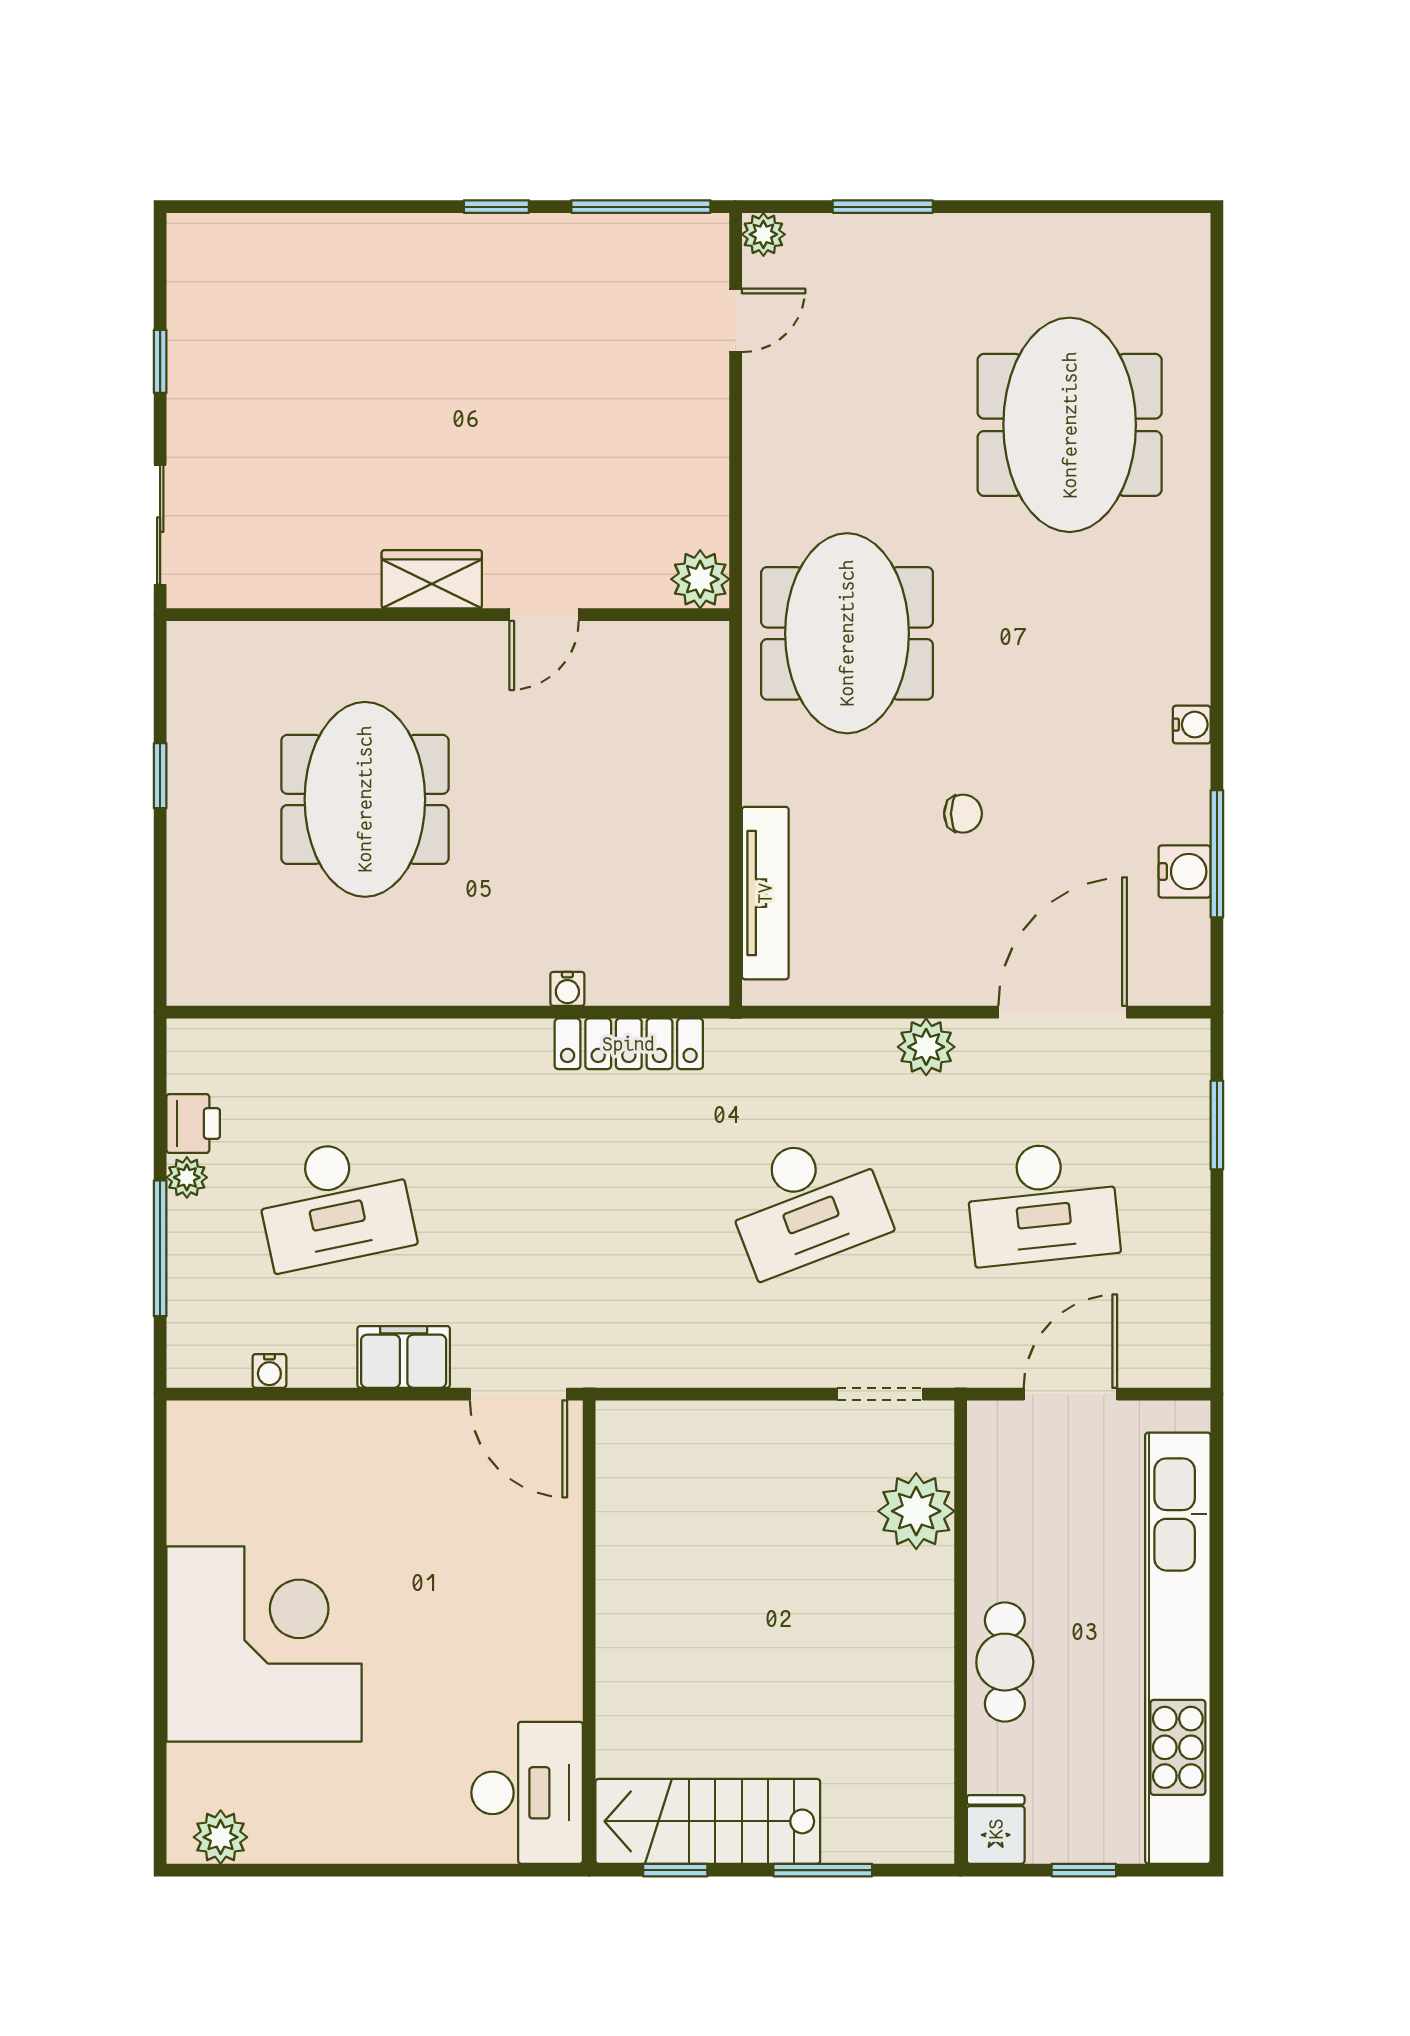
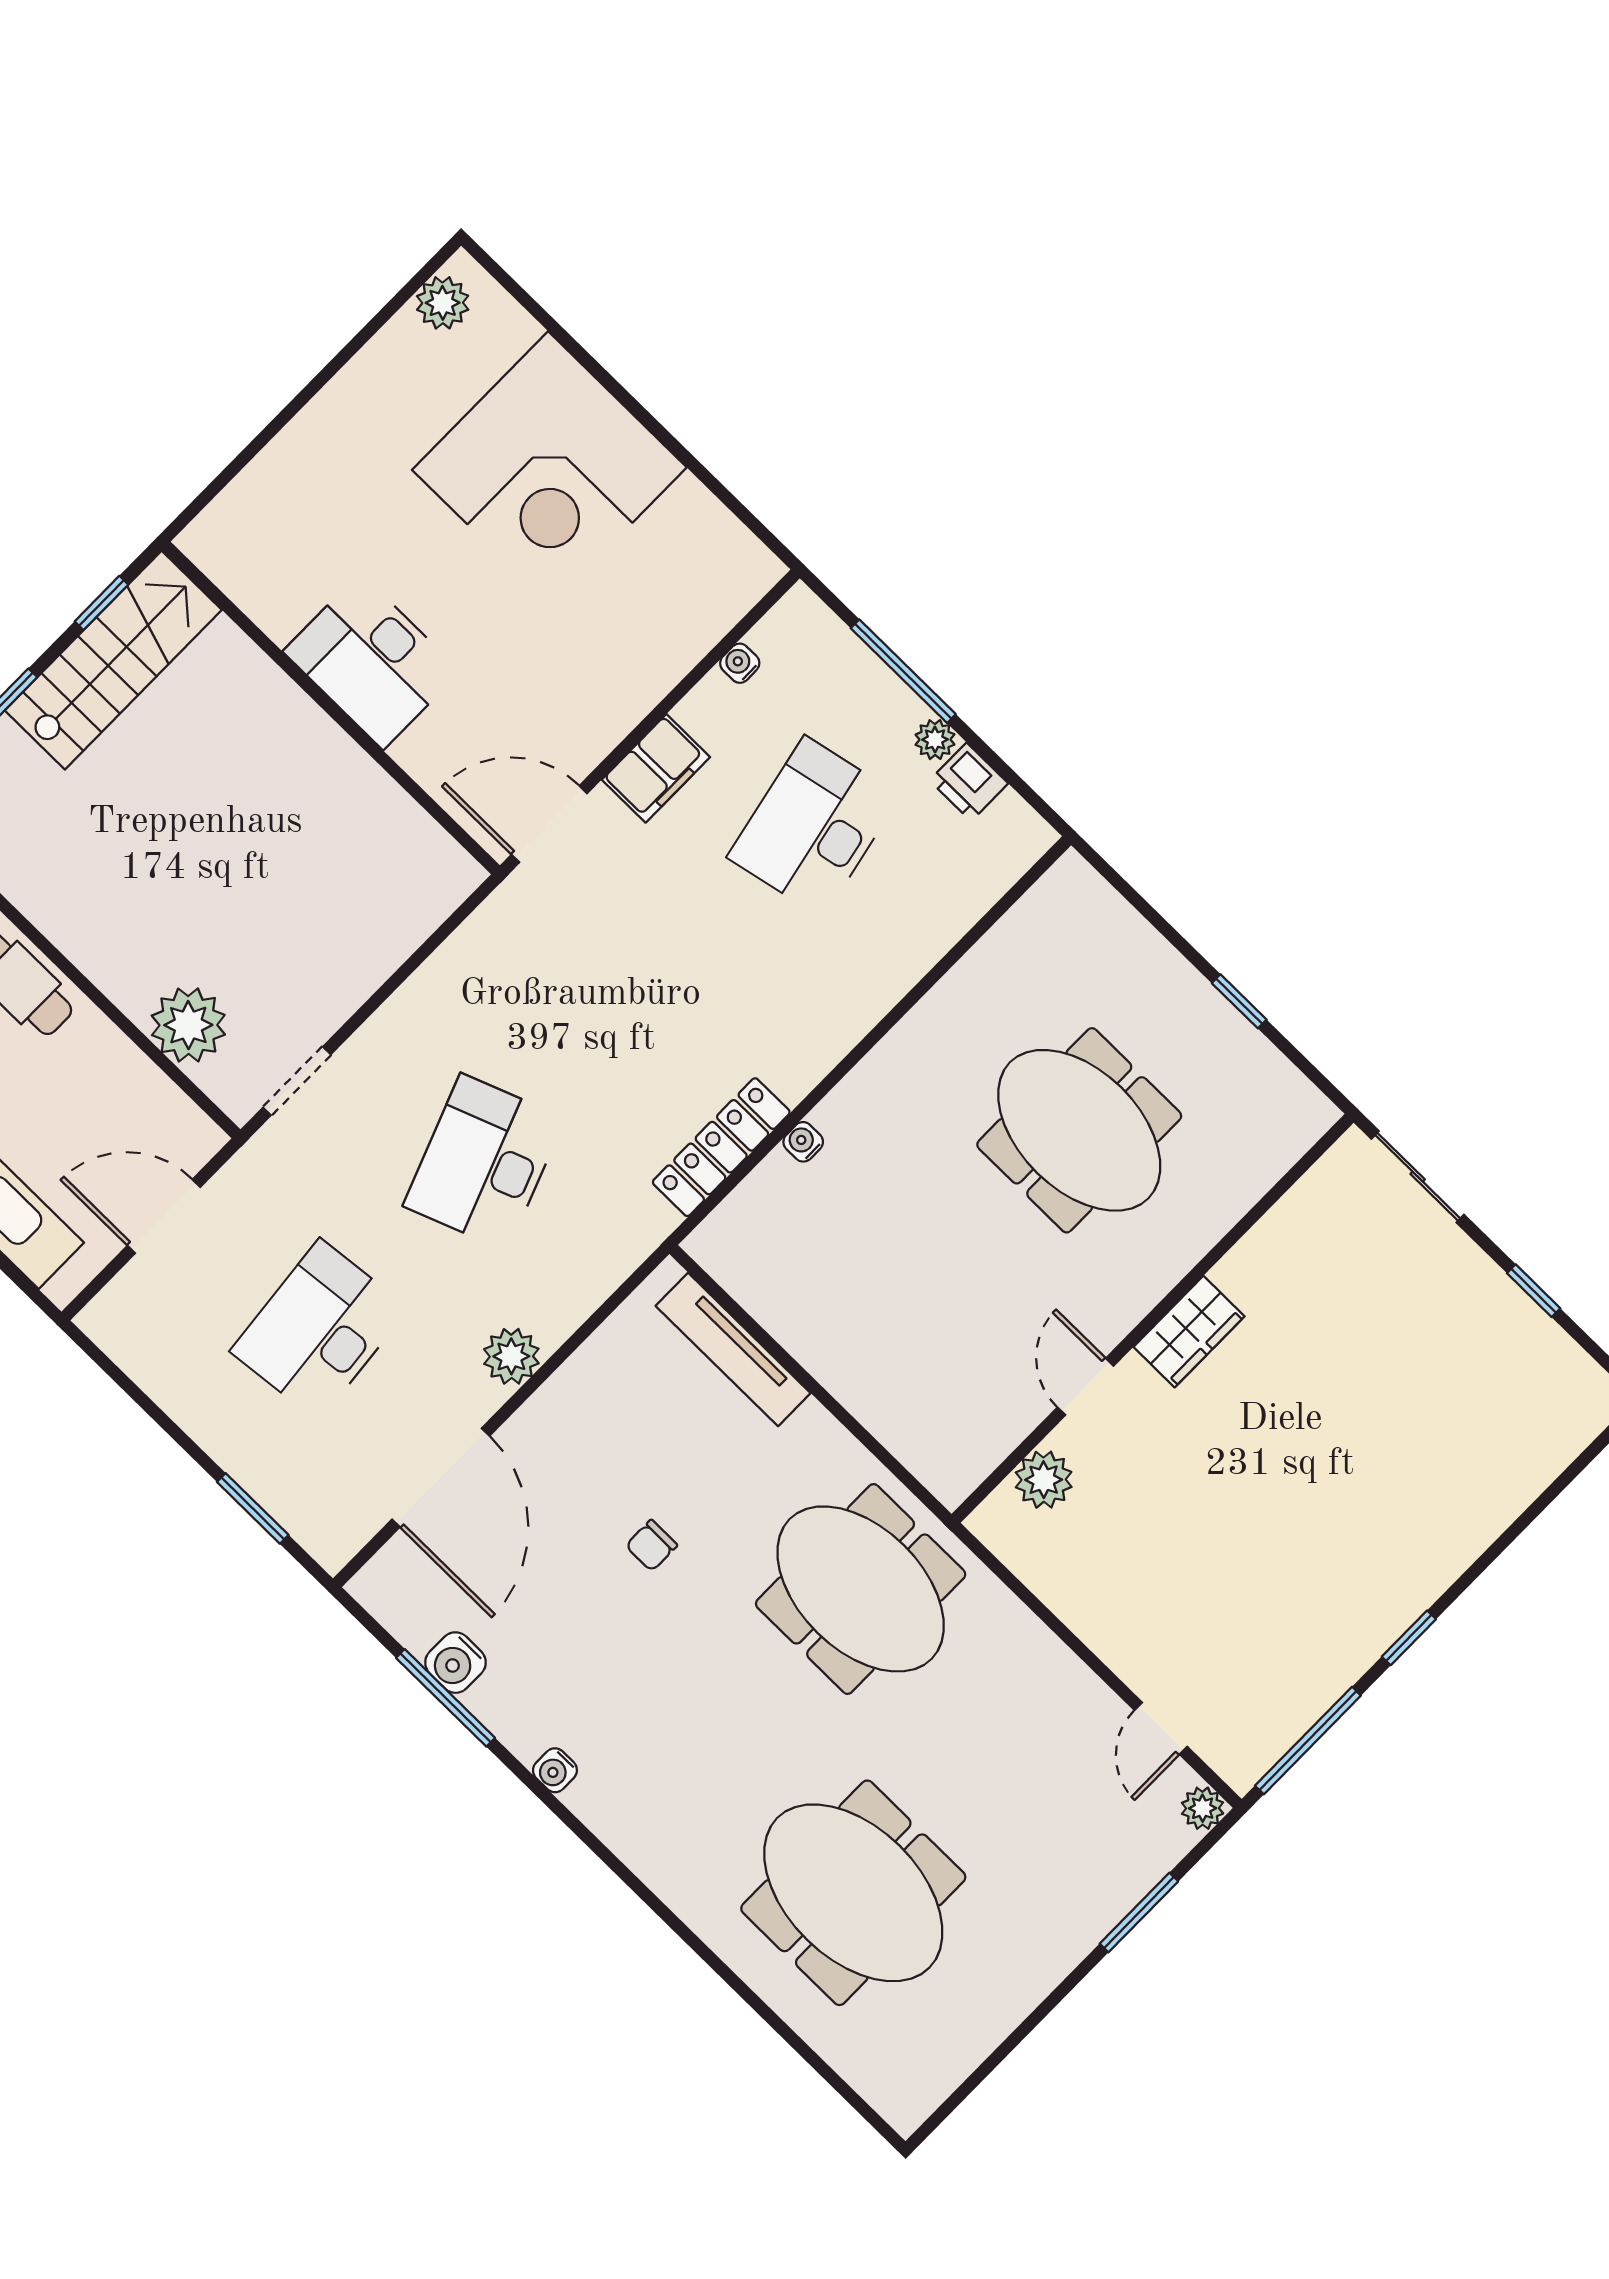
plant: (700, 579) -> (1044, 1480), moved
door: (1070, 1394) -> (164, 1216), swing flipped
desk: (527, 1793) -> (372, 661), moved

